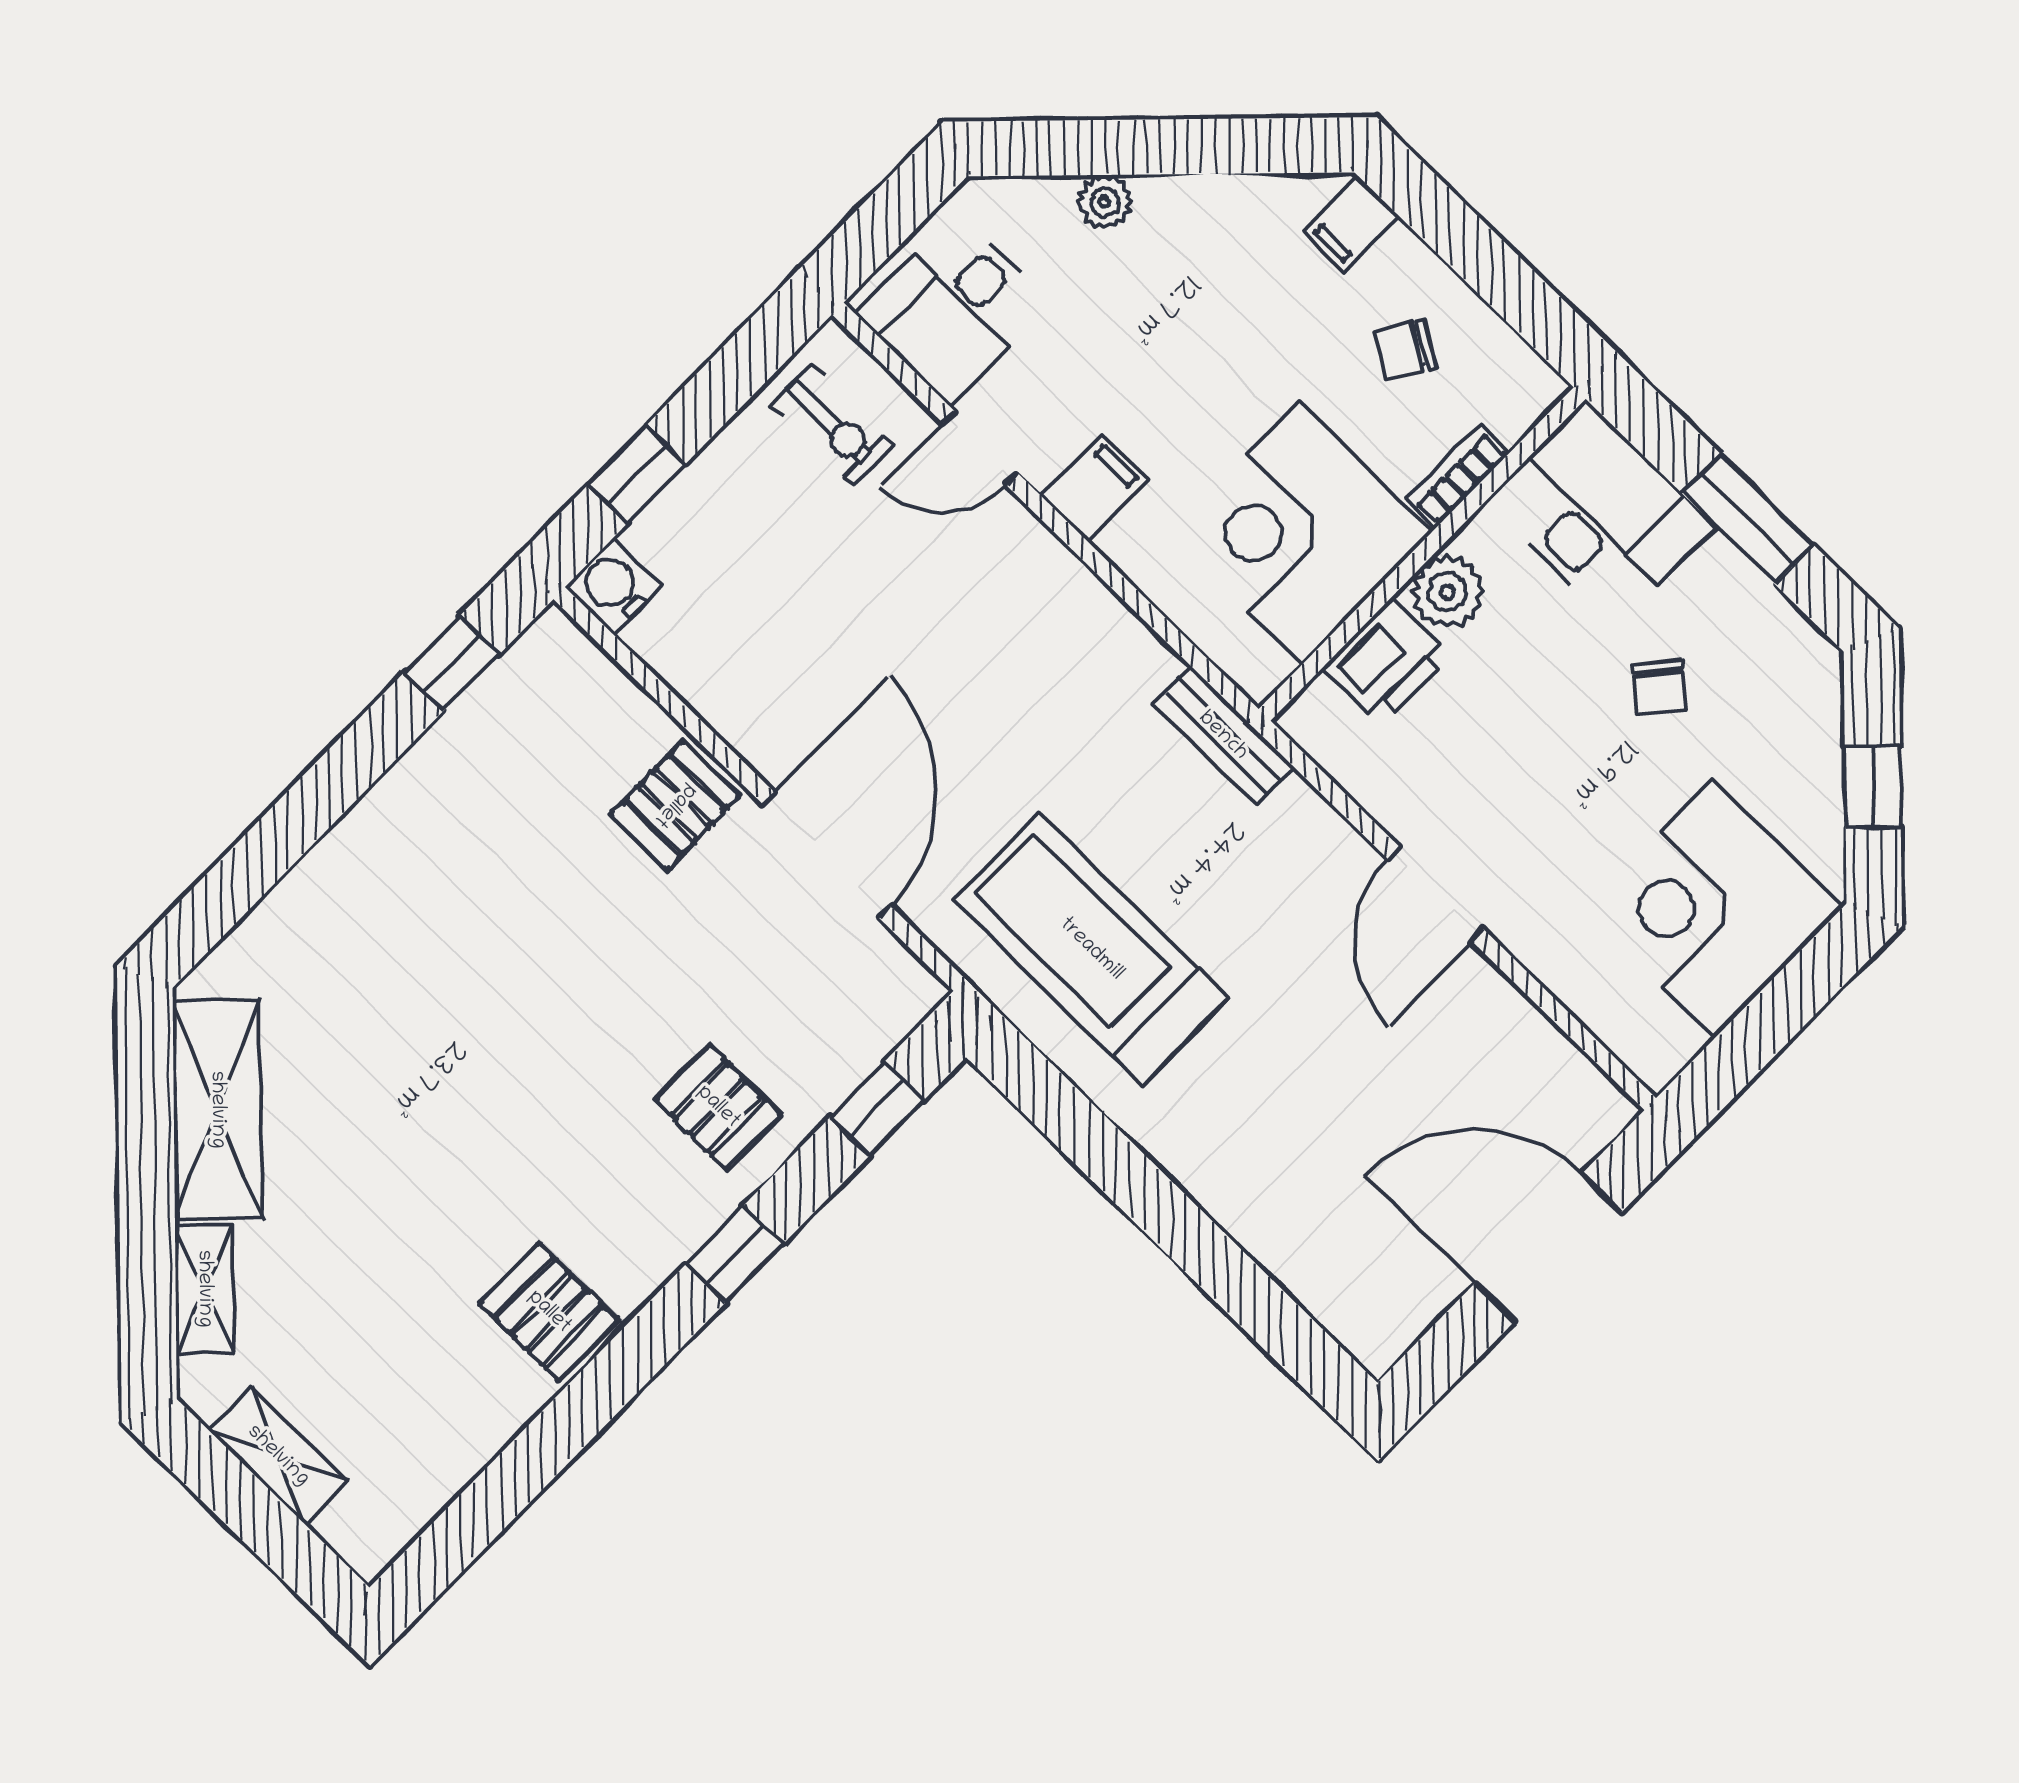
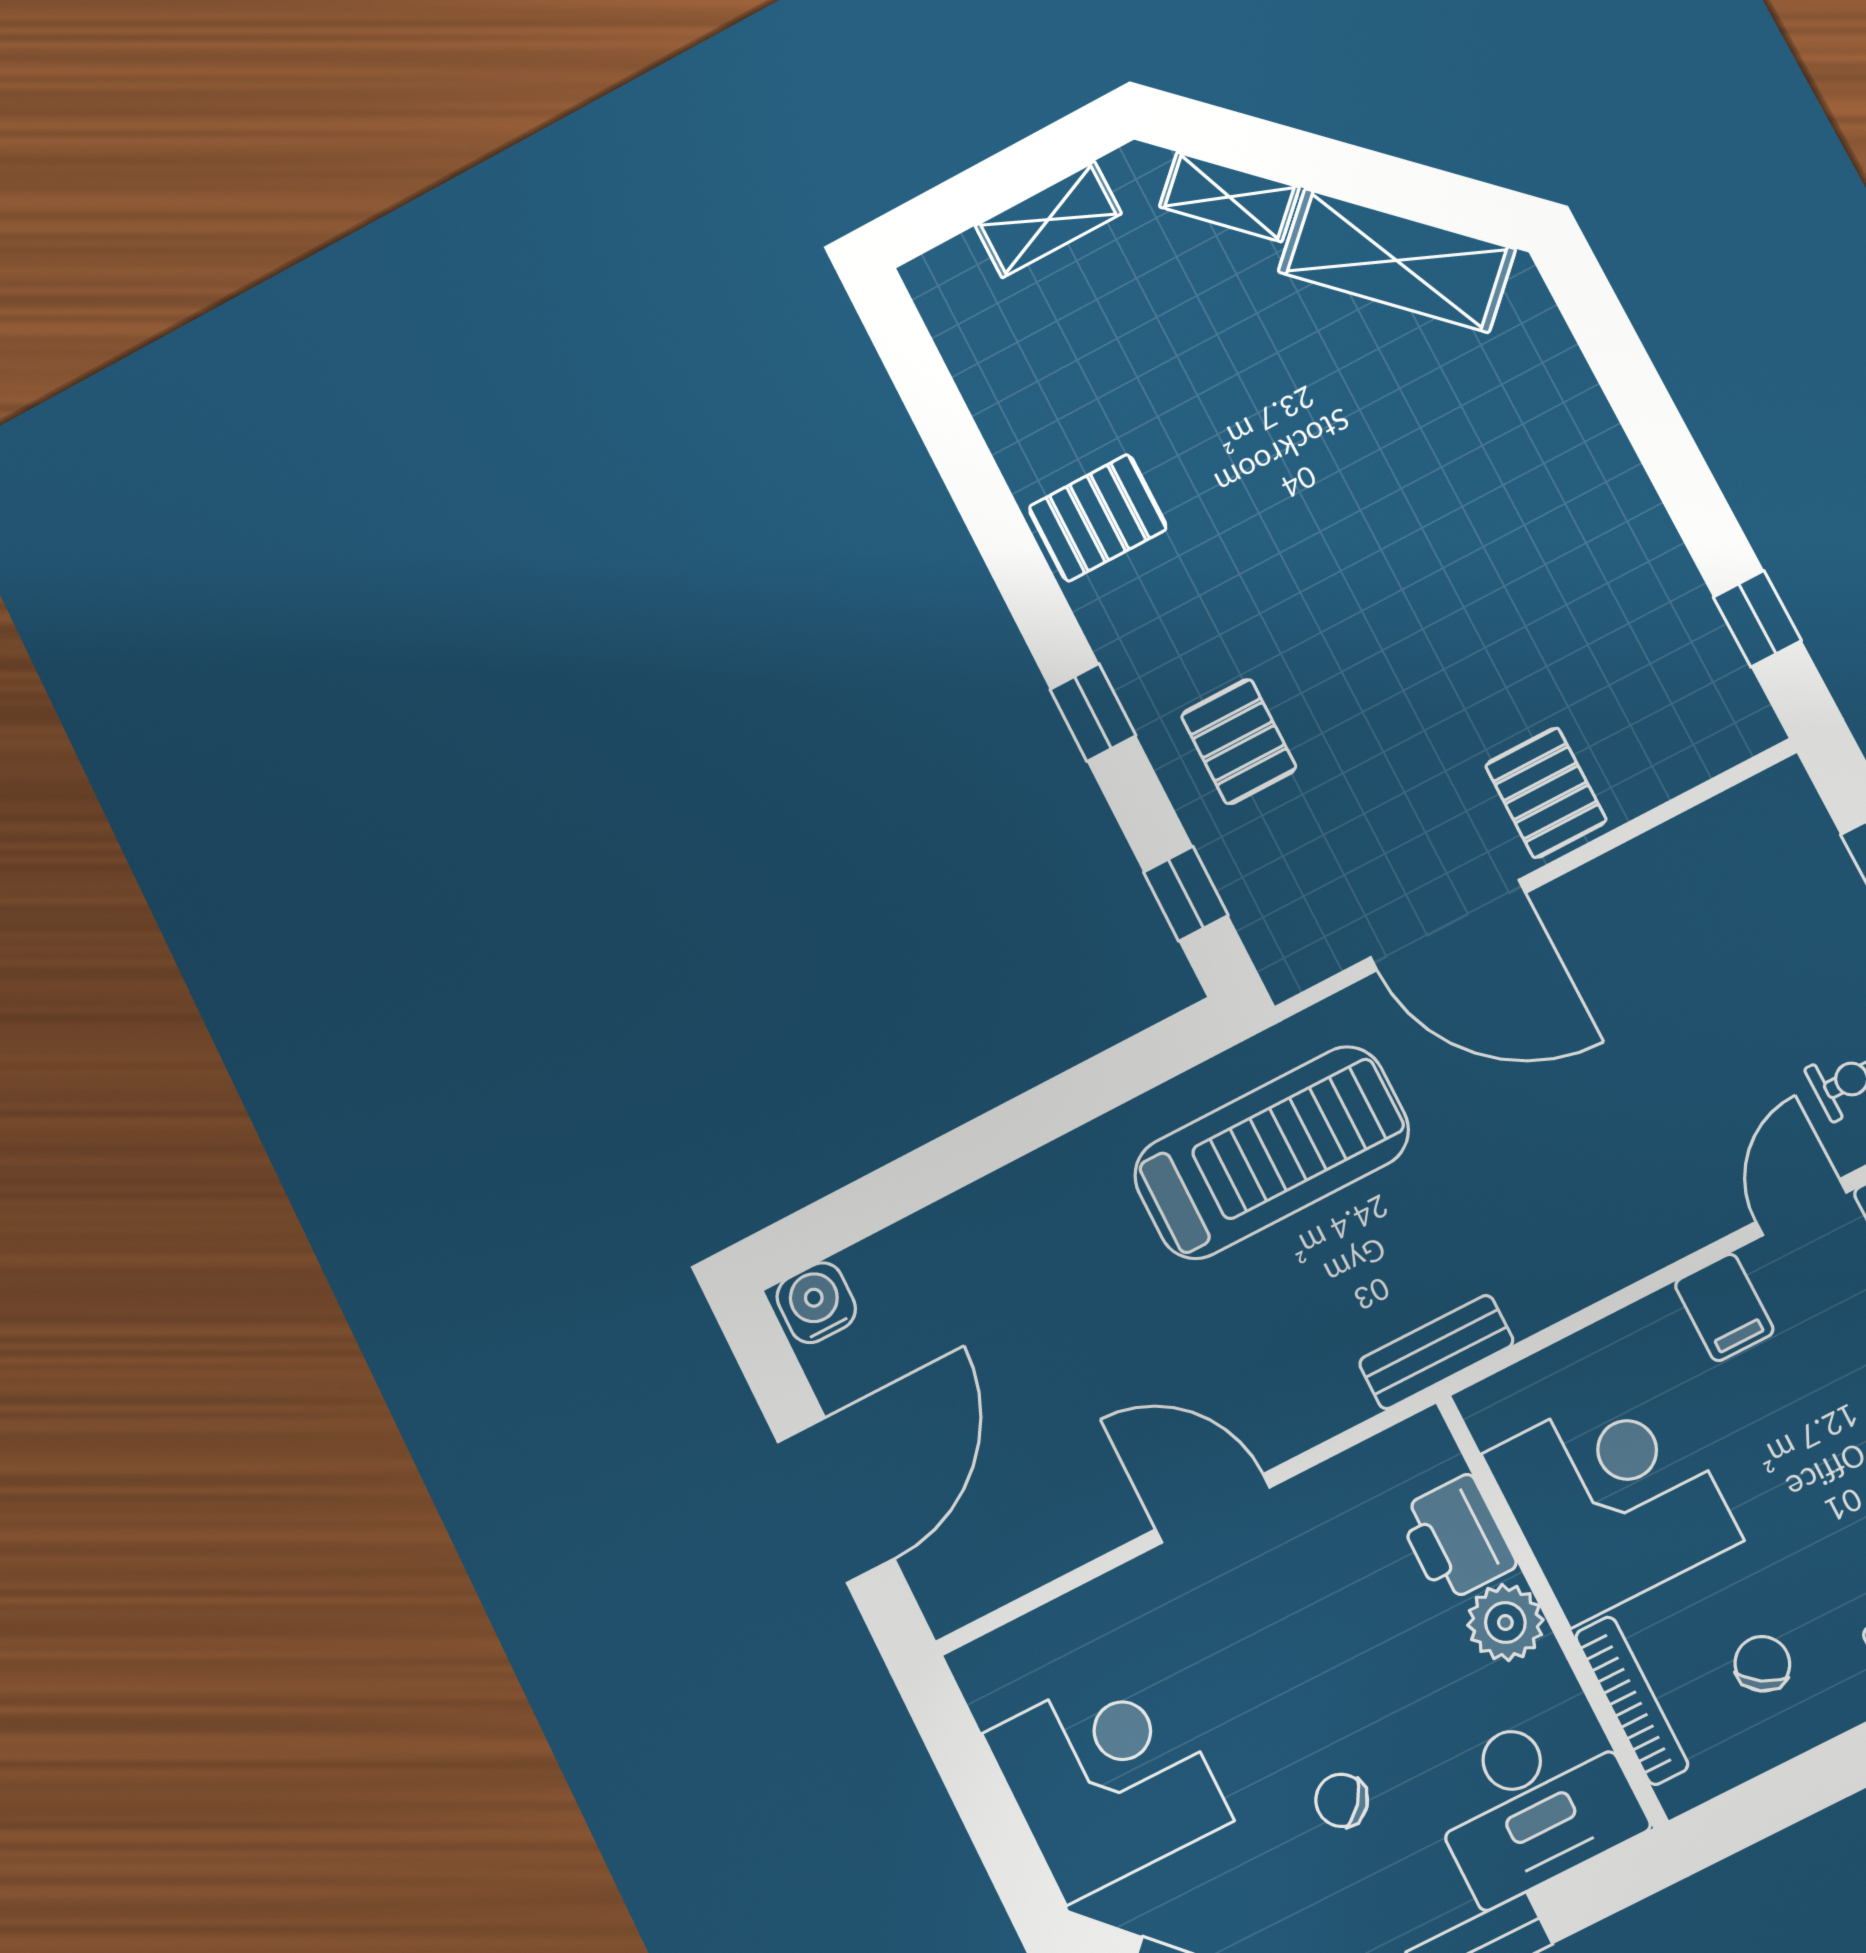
bookcase: (1458, 476) -> (1632, 1701), width x1.56
water cooler: (614, 587) -> (816, 1303), moved, turned -90
pallet: (718, 1107) -> (1239, 742), turned 90

